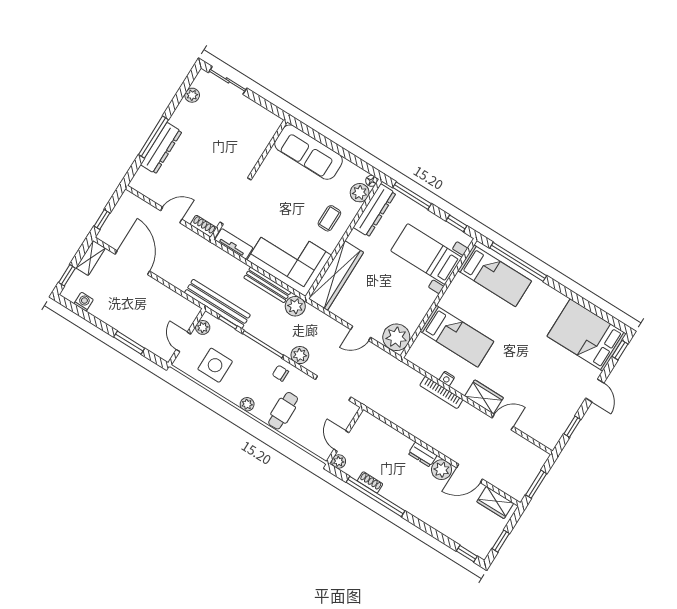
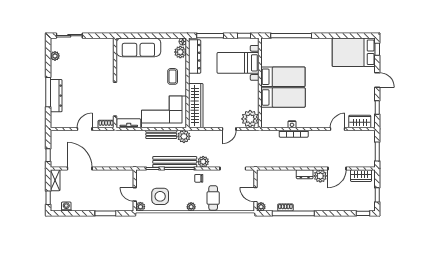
bed: (495, 276) -> (283, 77), moved
bench: (217, 304) -> (175, 162), moved
plant: (203, 327) -> (140, 207), moved
wardrobe: (484, 397) -> (360, 121), moved

